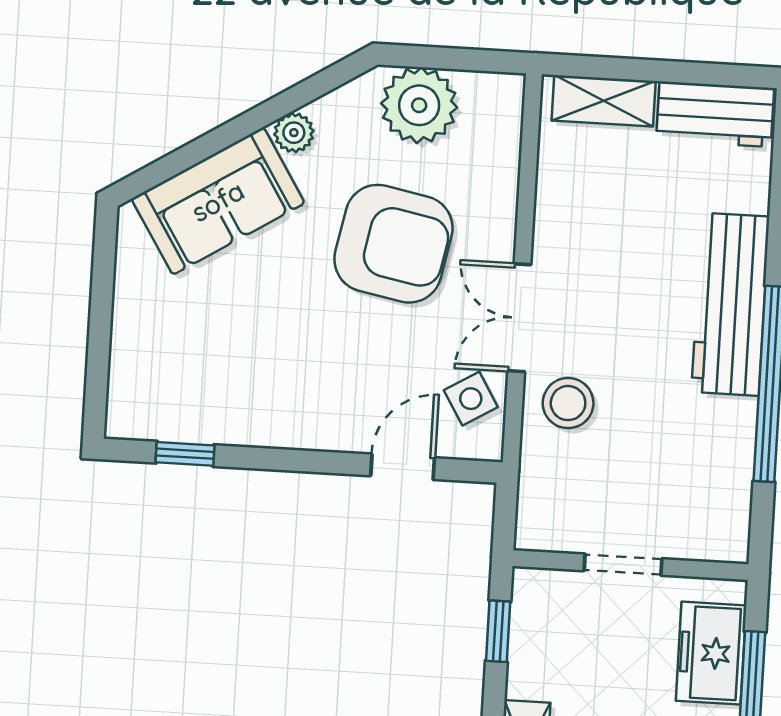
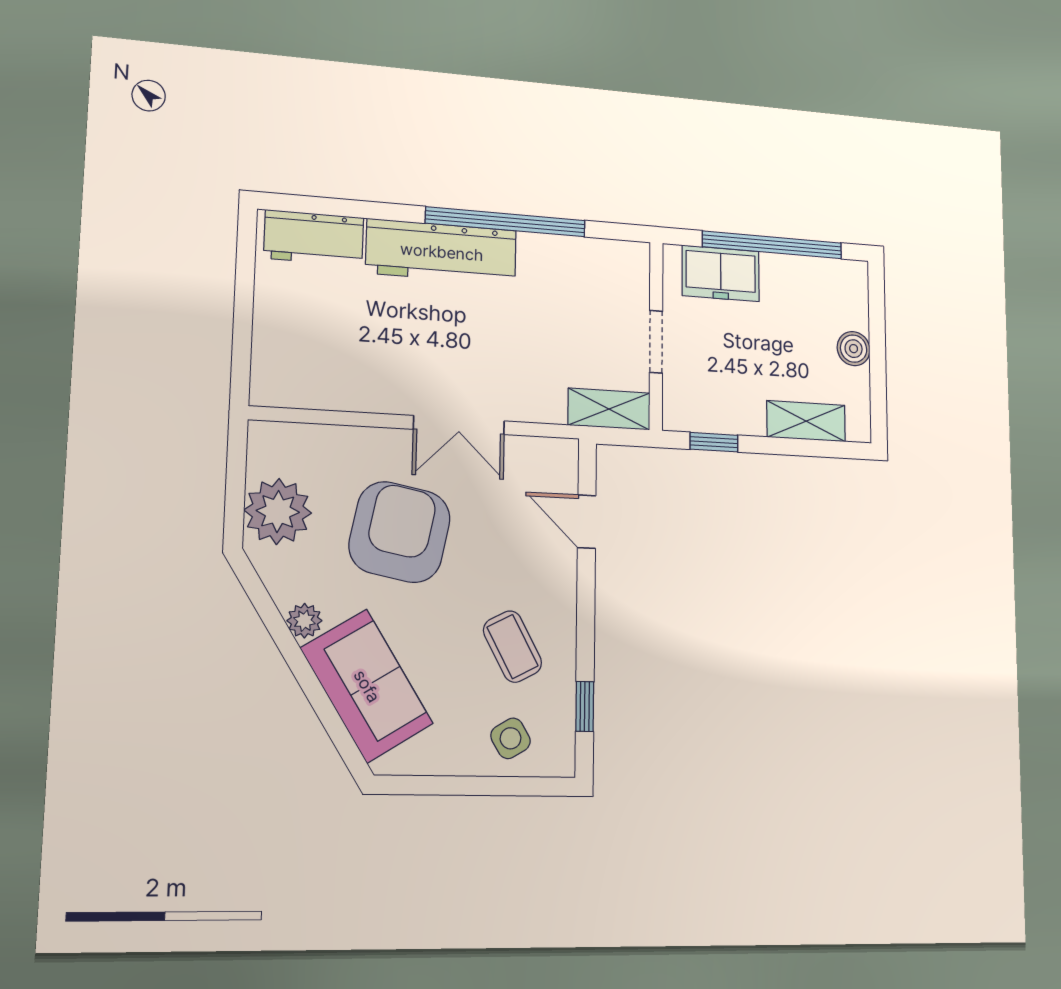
shelving: (604, 101) -> (609, 409), moved, turned 90
workbench: (715, 114) -> (314, 238), moved, turned 90
coffee table: (257, 371) -> (512, 647), added
side table: (471, 399) -> (511, 738), moved
stool: (568, 403) -> (528, 385), removed

